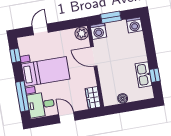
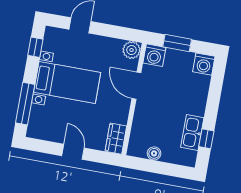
desk: (41, 105) -> (46, 123), removed

